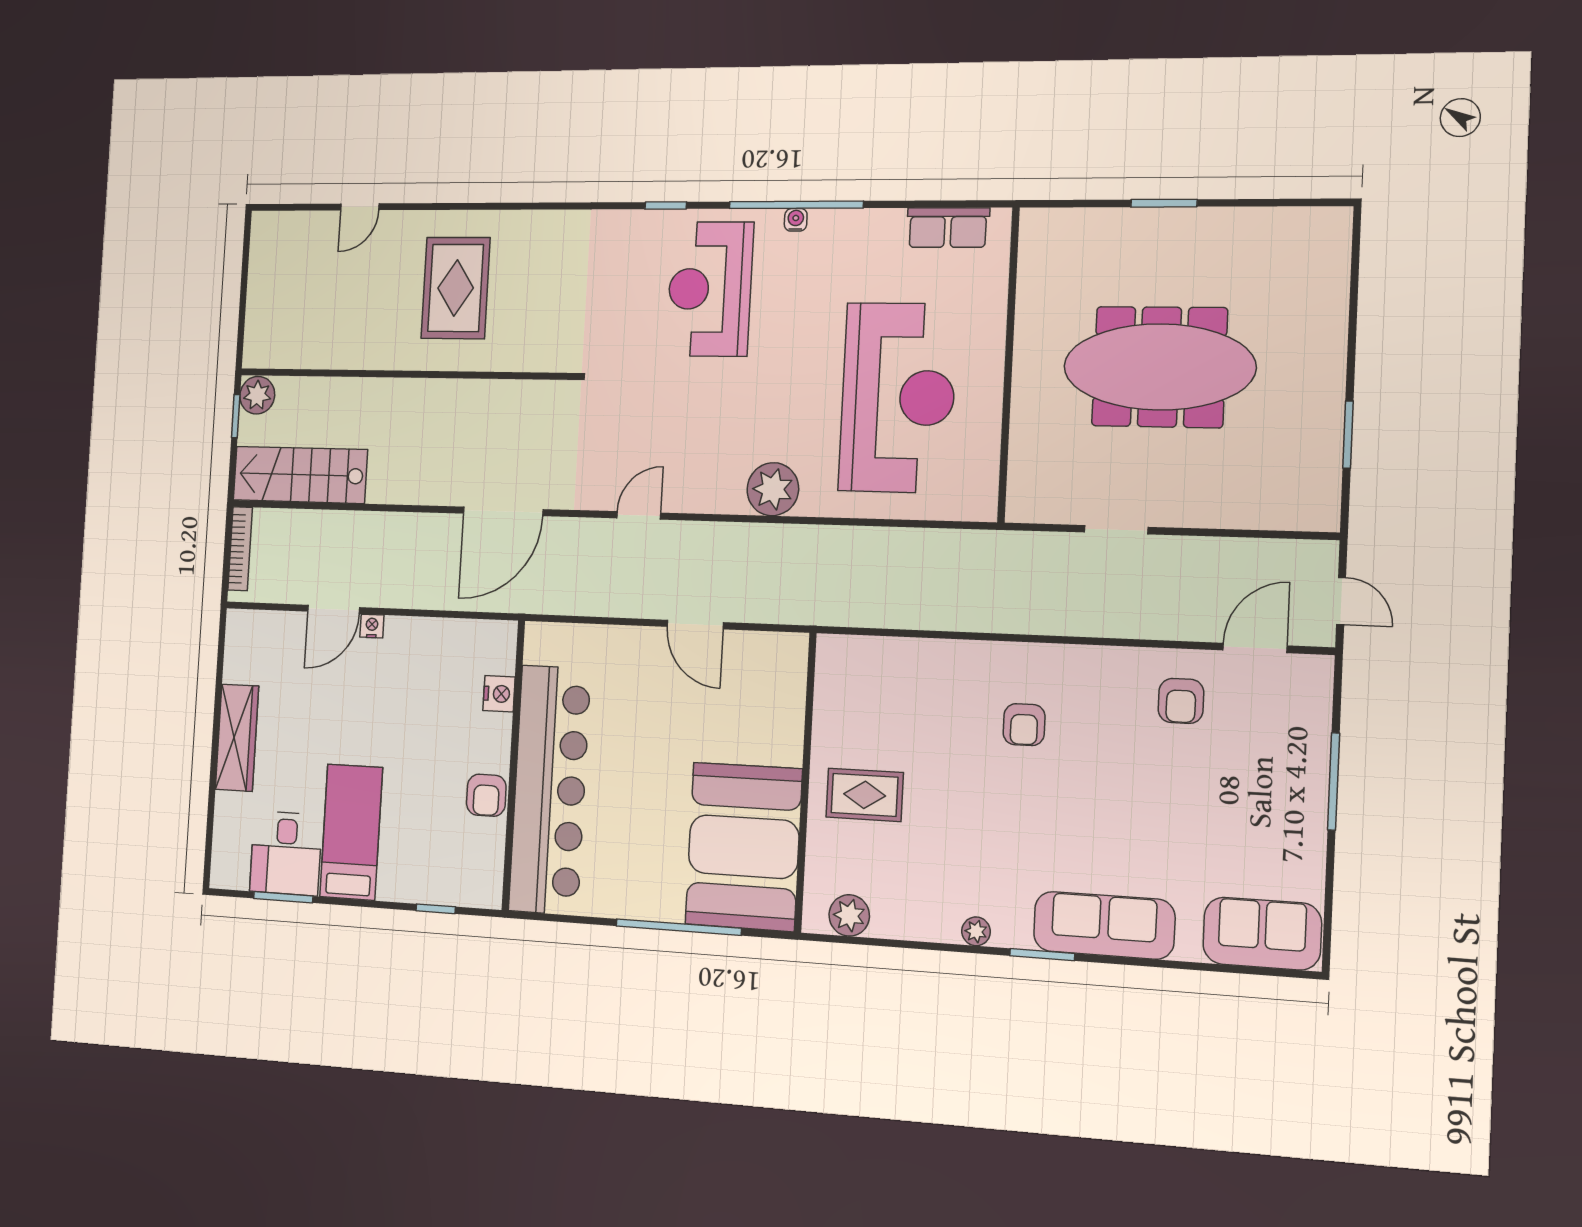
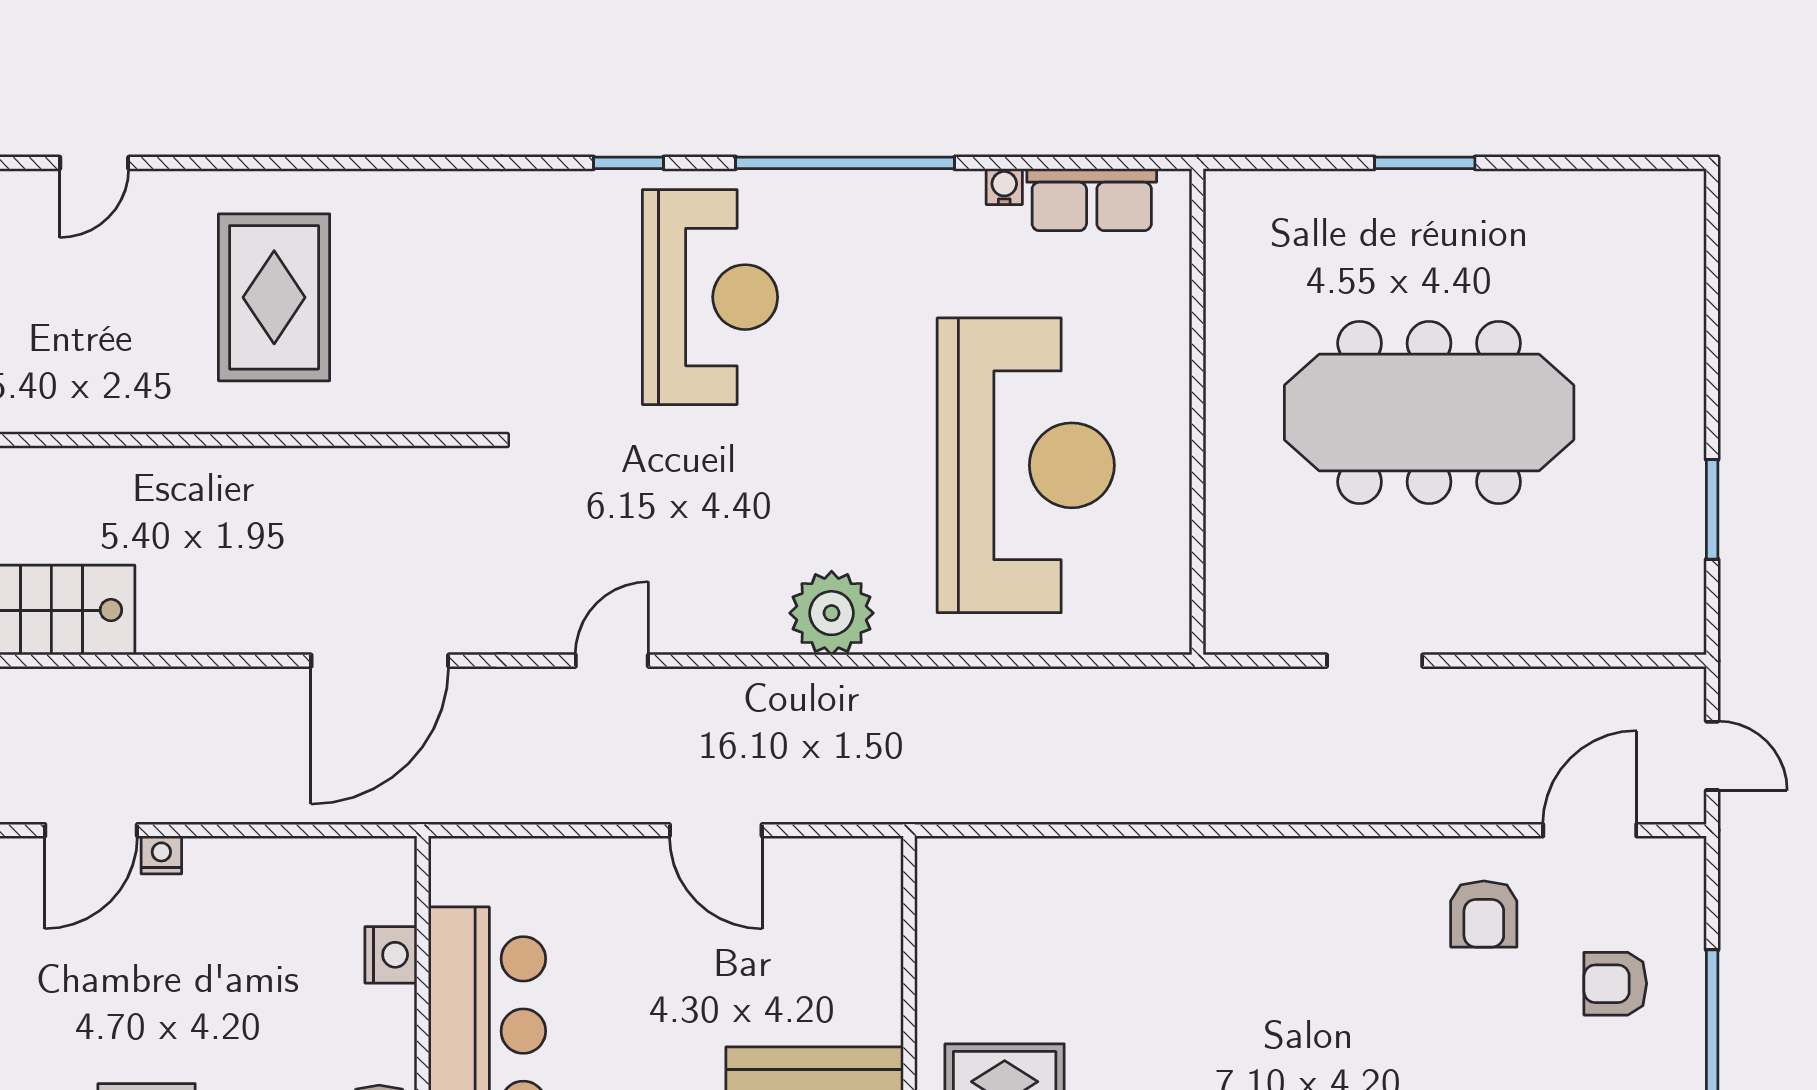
water cooler: (796, 220) -> (1004, 187), moved
reception desk: (710, 289) -> (710, 297), turned 180
armchair: (1024, 725) -> (1615, 984), moved, turned 90

